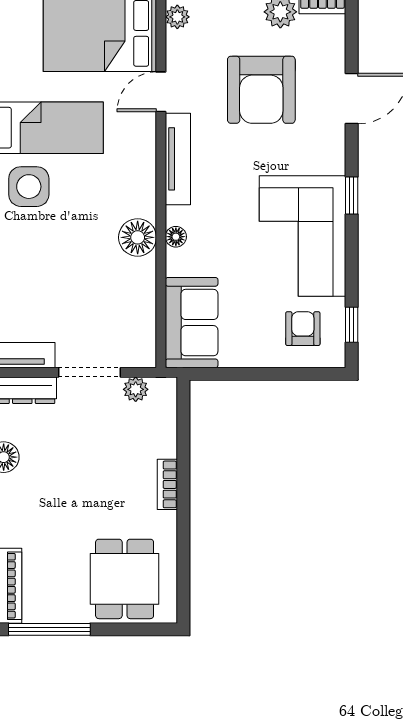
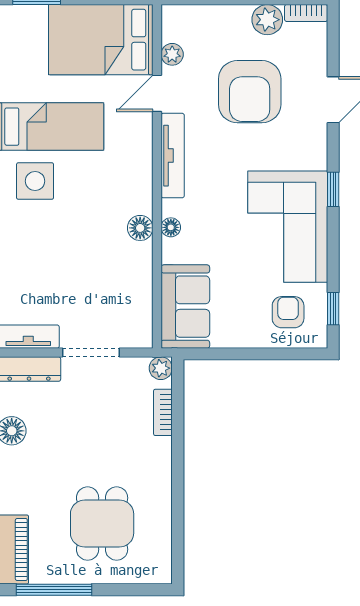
plant: (177, 17) -> (172, 54), moved
floor lamp: (138, 237) -> (140, 228), width x0.73, depth x0.73
plant: (136, 389) -> (161, 368), moved
bookcase: (167, 484) -> (163, 412), moved
dining table: (125, 579) -> (102, 524), moved

